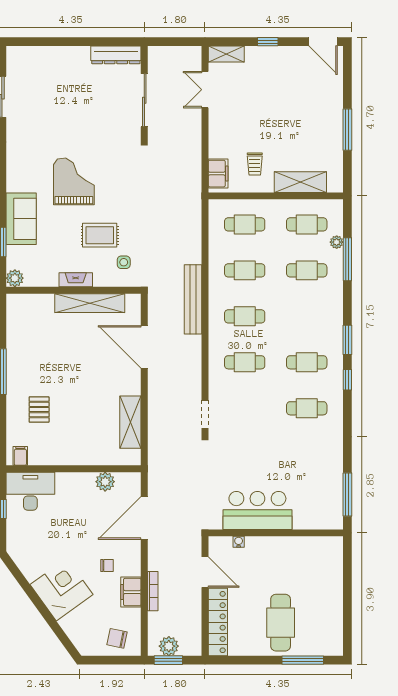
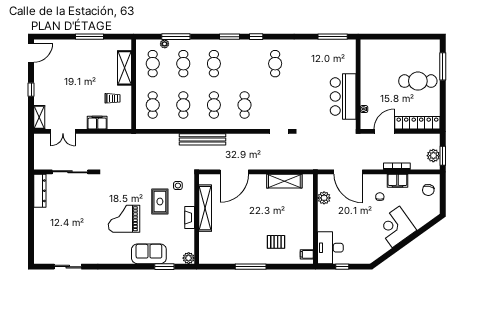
filing cabinet: (218, 174) -> (97, 123), moved
cafe table: (307, 362) -> (214, 64), moved

